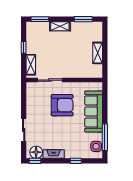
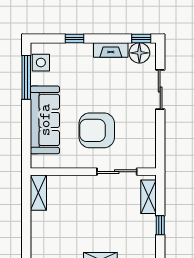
shelving: (98, 53) -> (38, 193), moved

